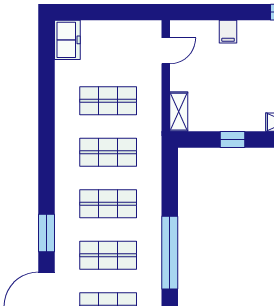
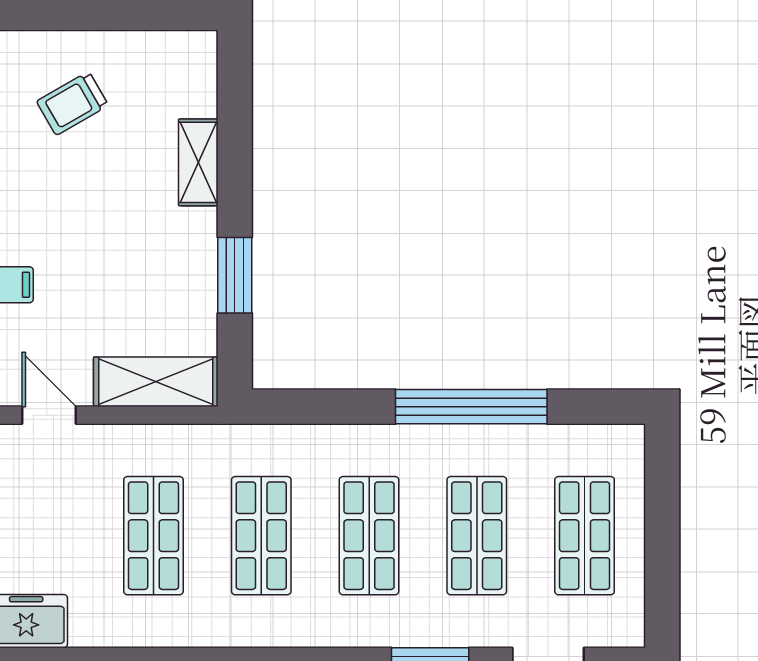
shelving: (179, 112) -> (156, 382), width x1.50, depth x1.33
window: (233, 140) -> (235, 275), width x1.50

